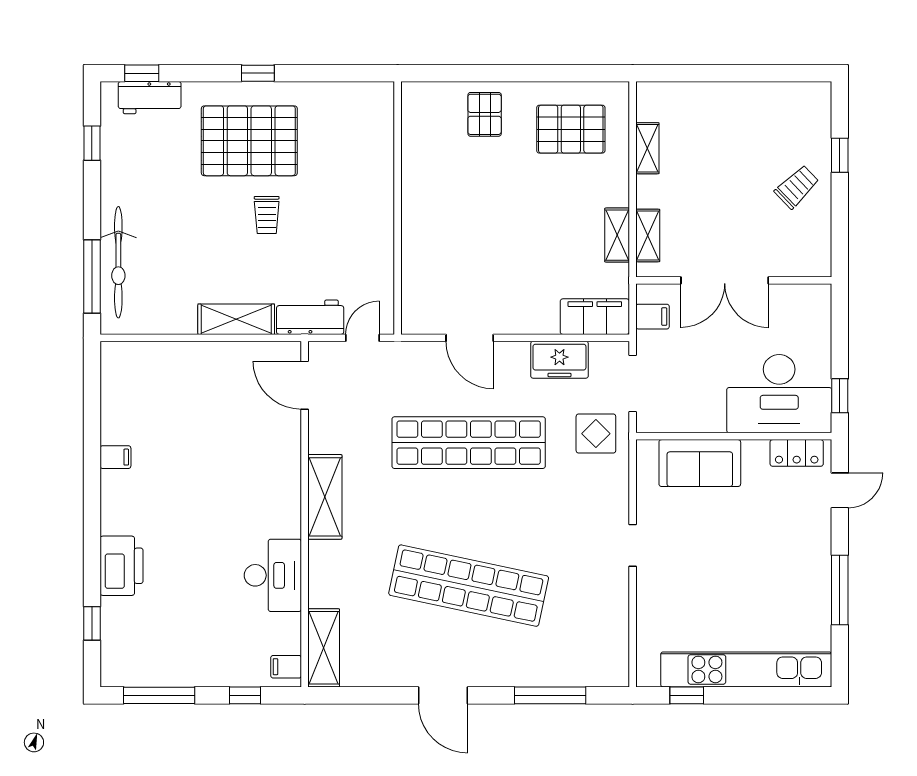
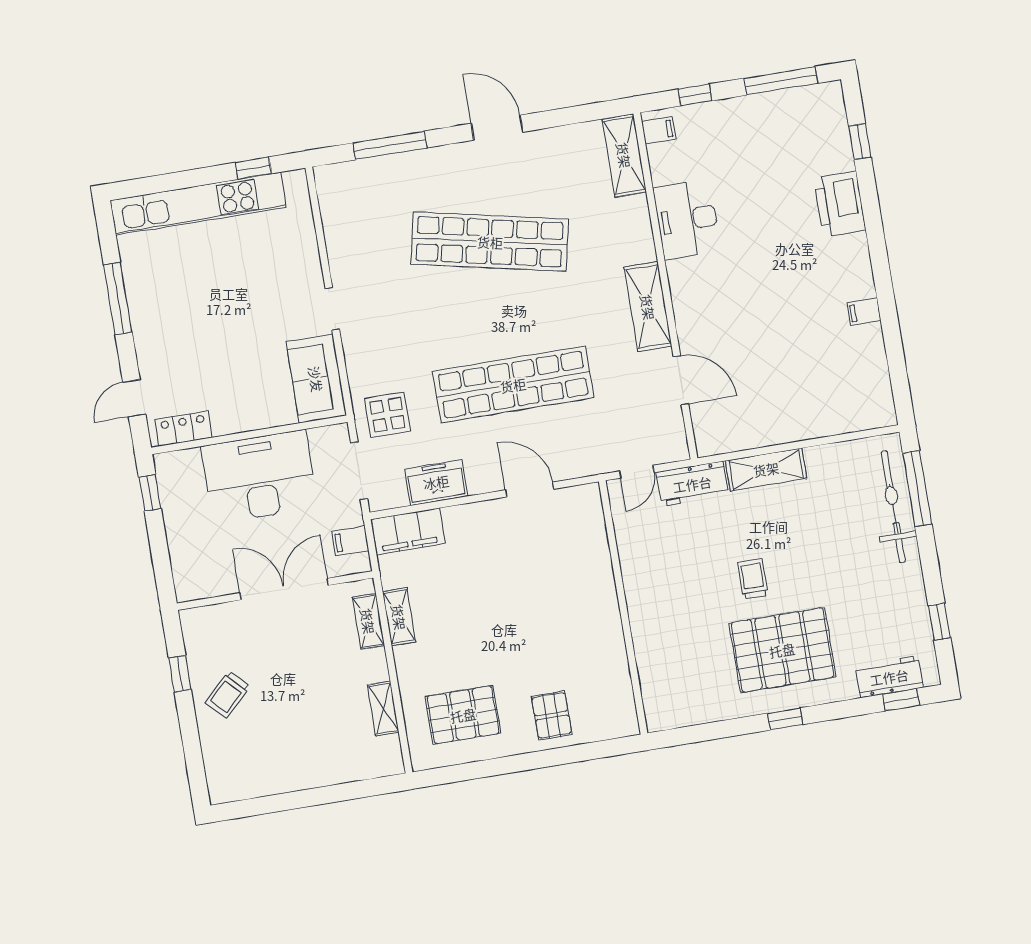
window: (840, 155) -> (180, 674), moved
door: (305, 385) -> (681, 380), moved
desk: (779, 394) -> (259, 477), moved
sofa: (700, 463) -> (316, 379), moved, turned -90

